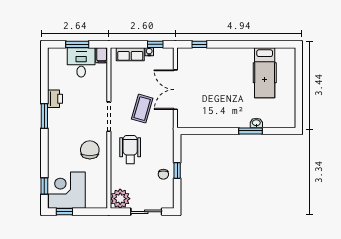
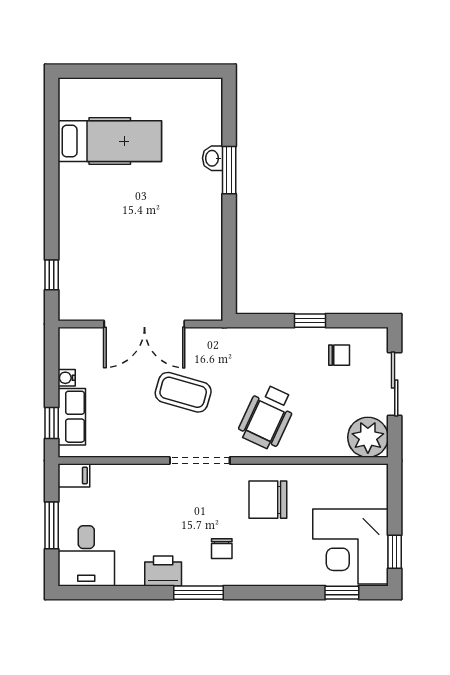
window: (155, 44) -> (52, 423), moved
desk: (81, 62) -> (86, 556), moved, turned -90
chair: (66, 127) -> (222, 549), added
wheelchair: (130, 149) -> (267, 417), turned -65
chair: (163, 174) -> (339, 355), moved

